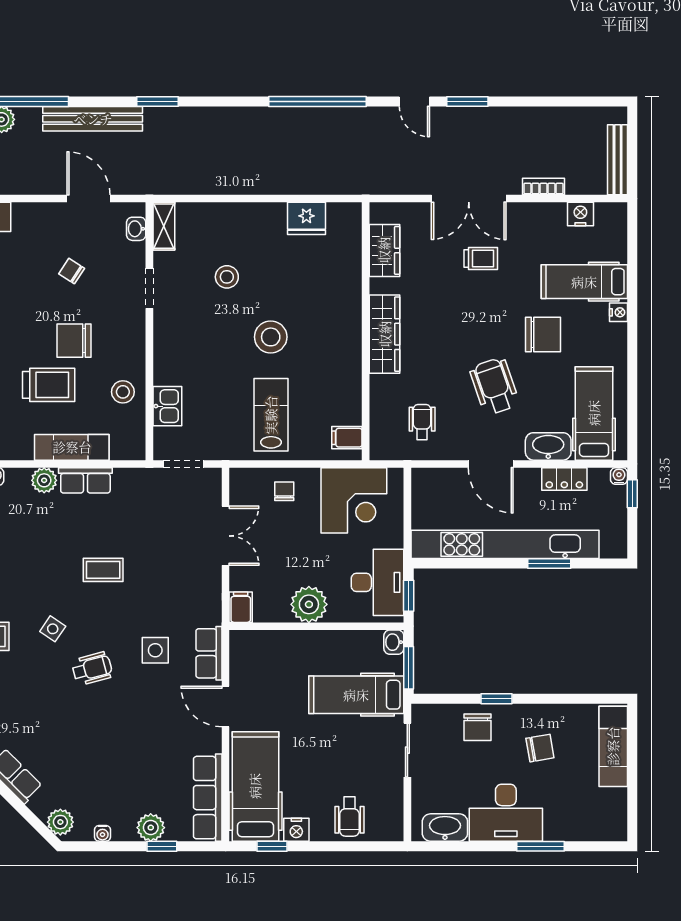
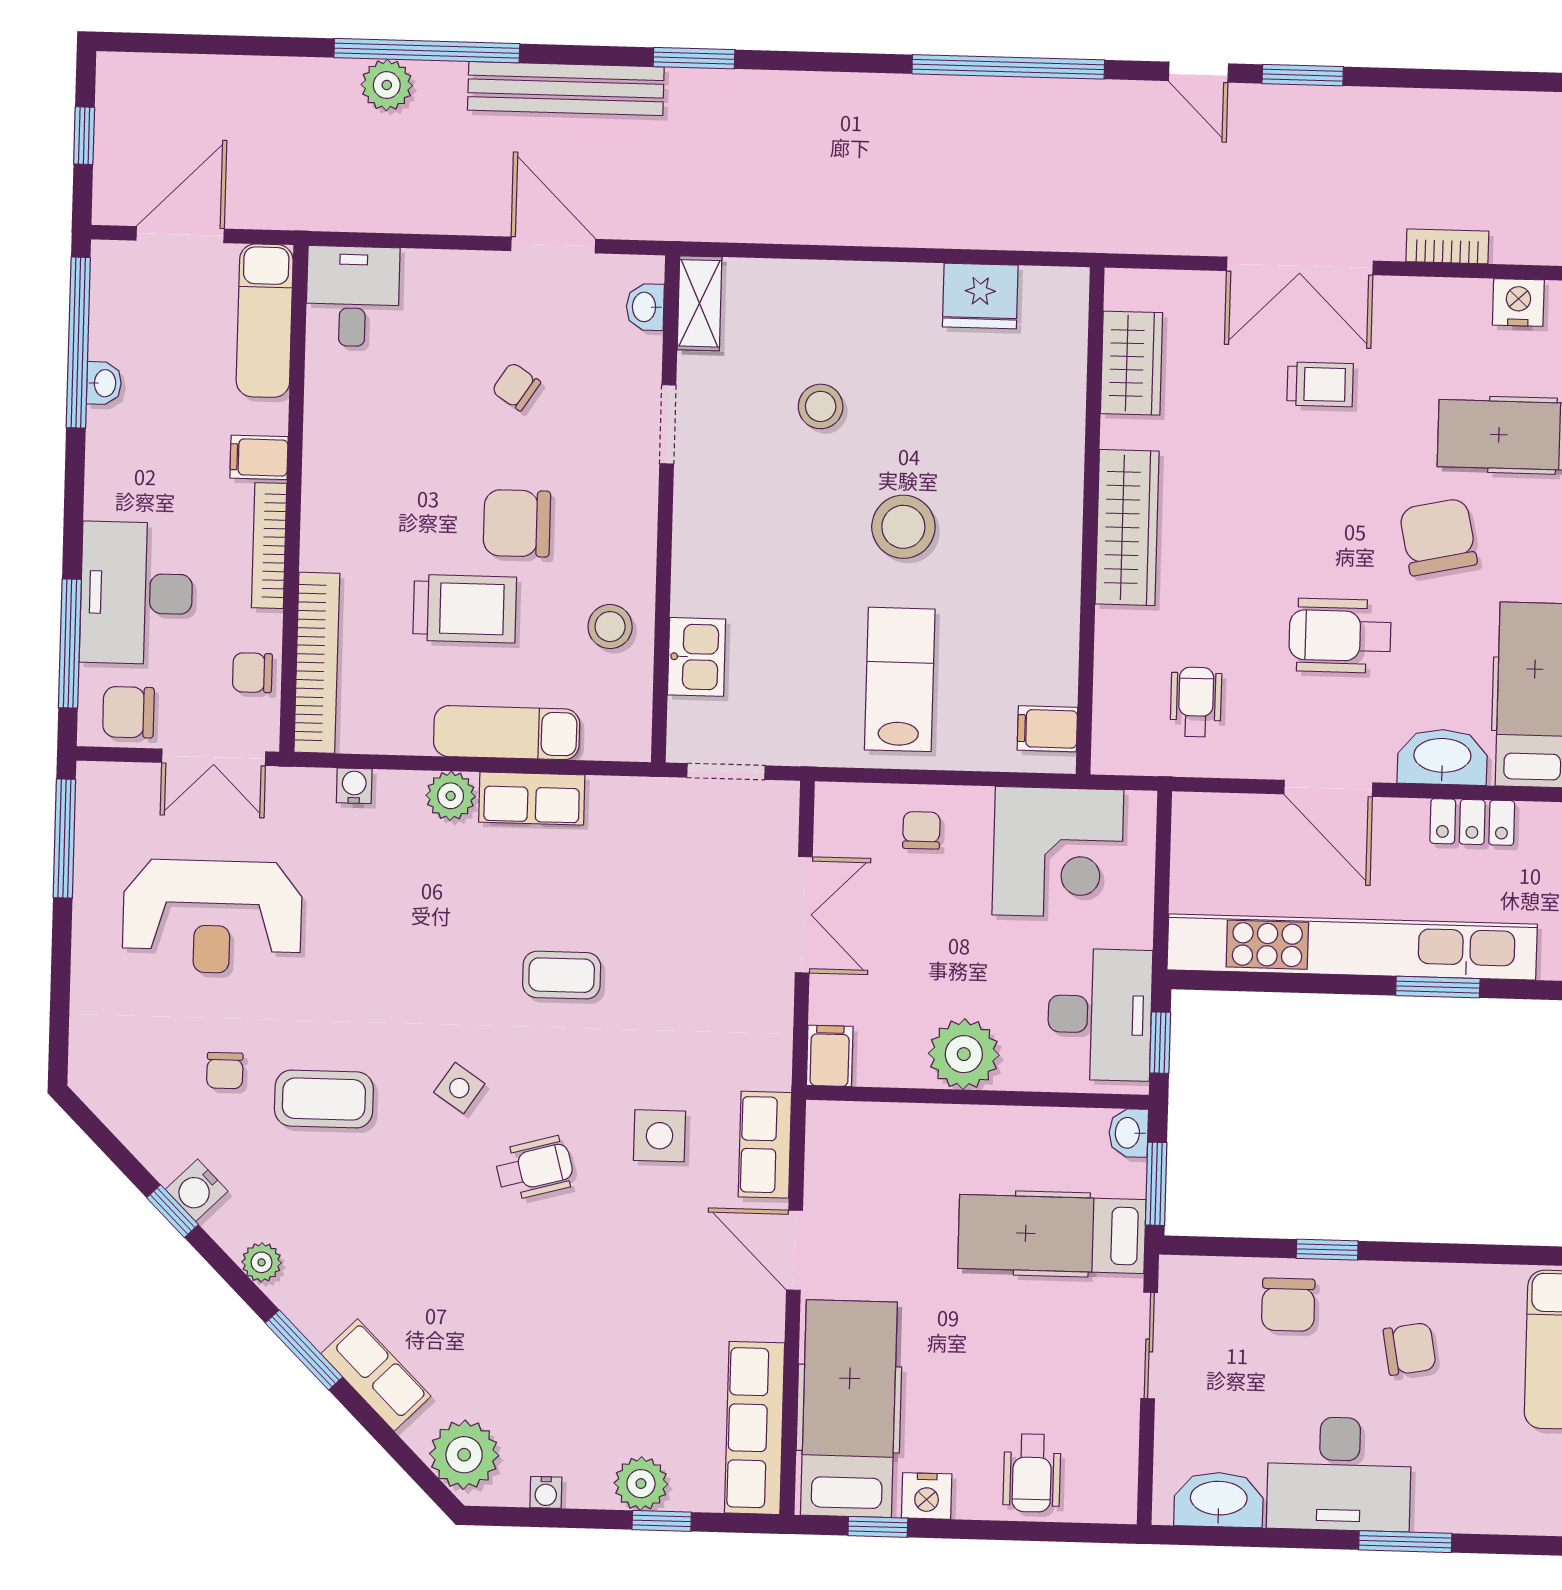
chair: (543, 334) -> (1438, 537), turned -102
wheelchair: (494, 386) -> (1340, 636), turned -71
plant: (60, 822) -> (464, 1455), width x1.36, depth x1.36

